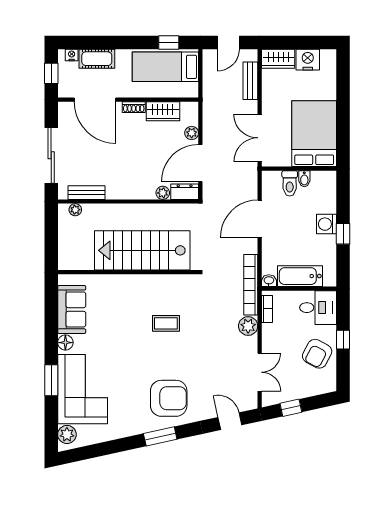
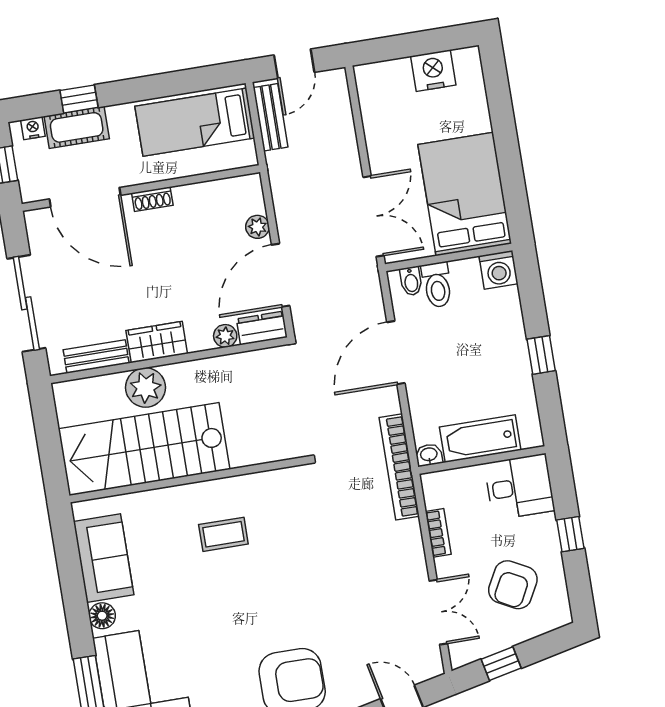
window: (169, 42) -> (79, 99), moved
wardrobe: (278, 59) -> (383, 77), removed
bench: (250, 81) -> (271, 117), moved
wardrobe: (163, 111) -> (157, 342), moved, turned 180
double door: (260, 138) -> (374, 216), swing flipped
bidet: (304, 179) -> (411, 281), moved
plant: (75, 210) -> (146, 388), moved, width x1.88, depth x1.88
washing machine: (327, 224) -> (499, 270), moved, turned -90
stairs: (142, 250) -> (144, 449), moved
bookcase: (267, 309) -> (438, 533), moved
coffee table: (166, 323) -> (223, 534), moved
plant: (248, 326) -> (406, 537), removed
armchair: (317, 354) -> (513, 585), moved

